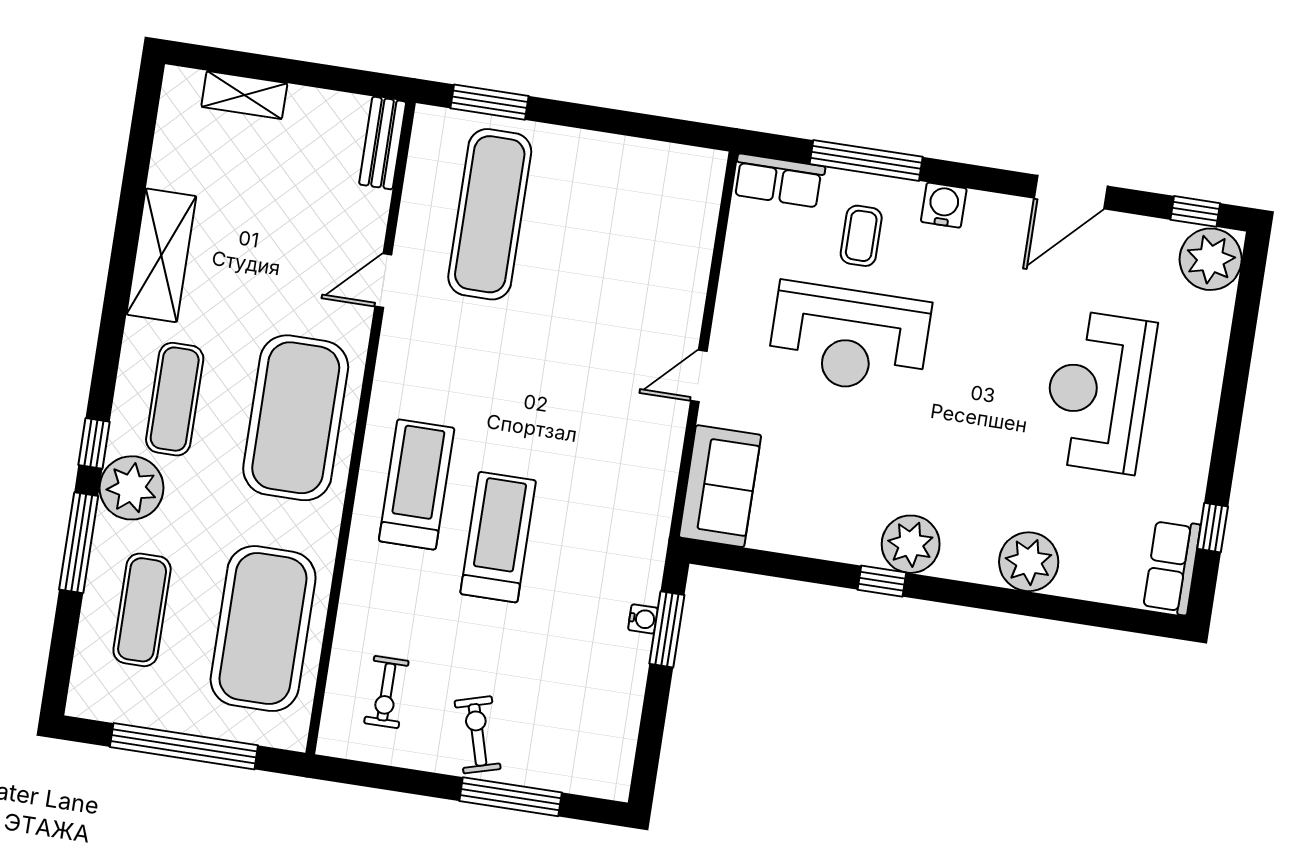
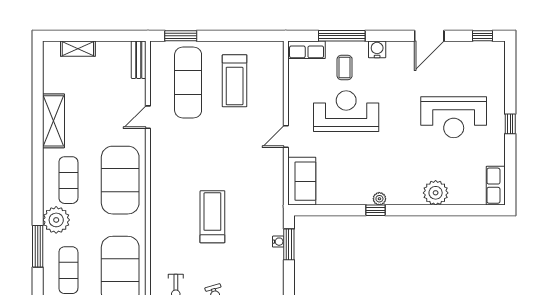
plant: (1211, 259) -> (492, 55), removed
reception desk: (849, 338) -> (346, 111), turned 180
reception desk: (1098, 392) -> (454, 117), turned -90
window: (94, 443) -> (38, 204), removed
treadmill: (417, 484) -> (235, 81), moved, turned 180
window: (1213, 528) -> (510, 124), moved
plant: (911, 544) -> (379, 199), width x0.53, depth x0.53

